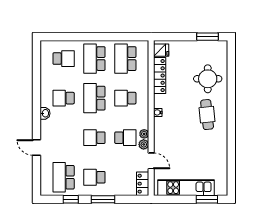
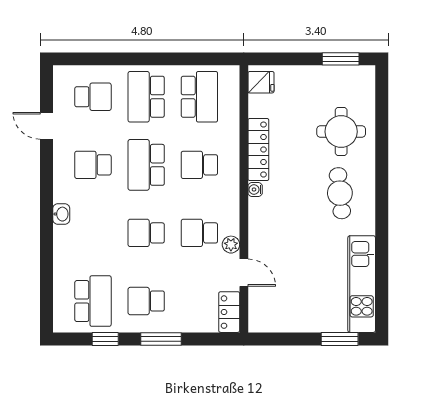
school desk: (125, 59) -> (199, 97), turned 180
locker: (160, 76) -> (258, 150), moved
washbasin: (45, 113) -> (61, 214), moved
plant: (144, 134) -> (232, 226), removed
school desk: (125, 138) -> (199, 233), turned 180
door: (37, 148) -> (46, 126), moved
school desk: (64, 177) -> (93, 301), turned 180
kitchen unit: (186, 188) -> (362, 284), moved, turned -90

